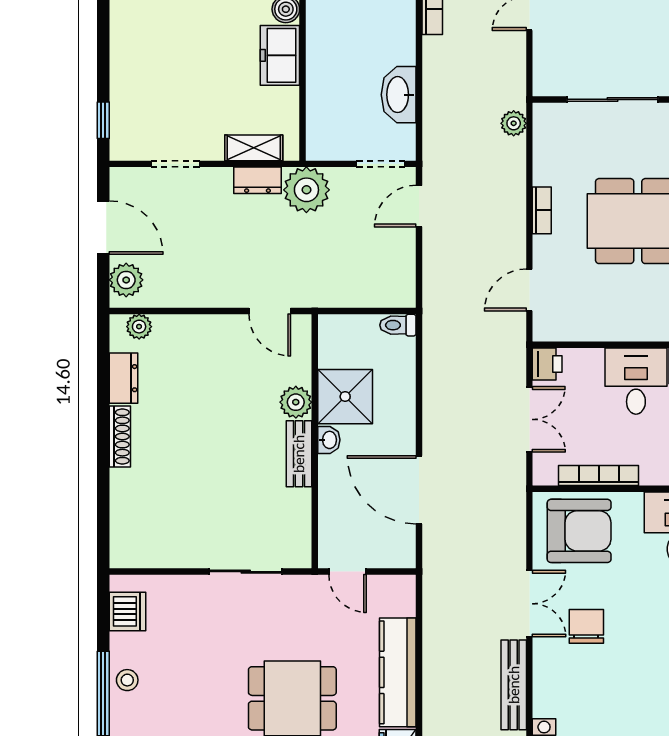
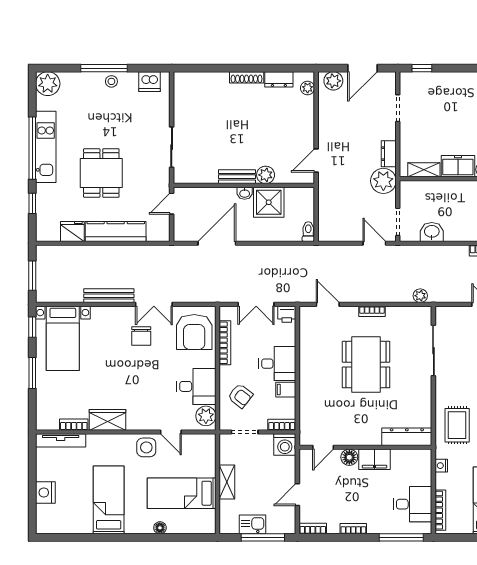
washbasin: (399, 95) -> (432, 232), width x0.72
shelving: (254, 148) -> (424, 170), moved, turned 90
chair: (586, 626) -> (141, 336), turned 90

